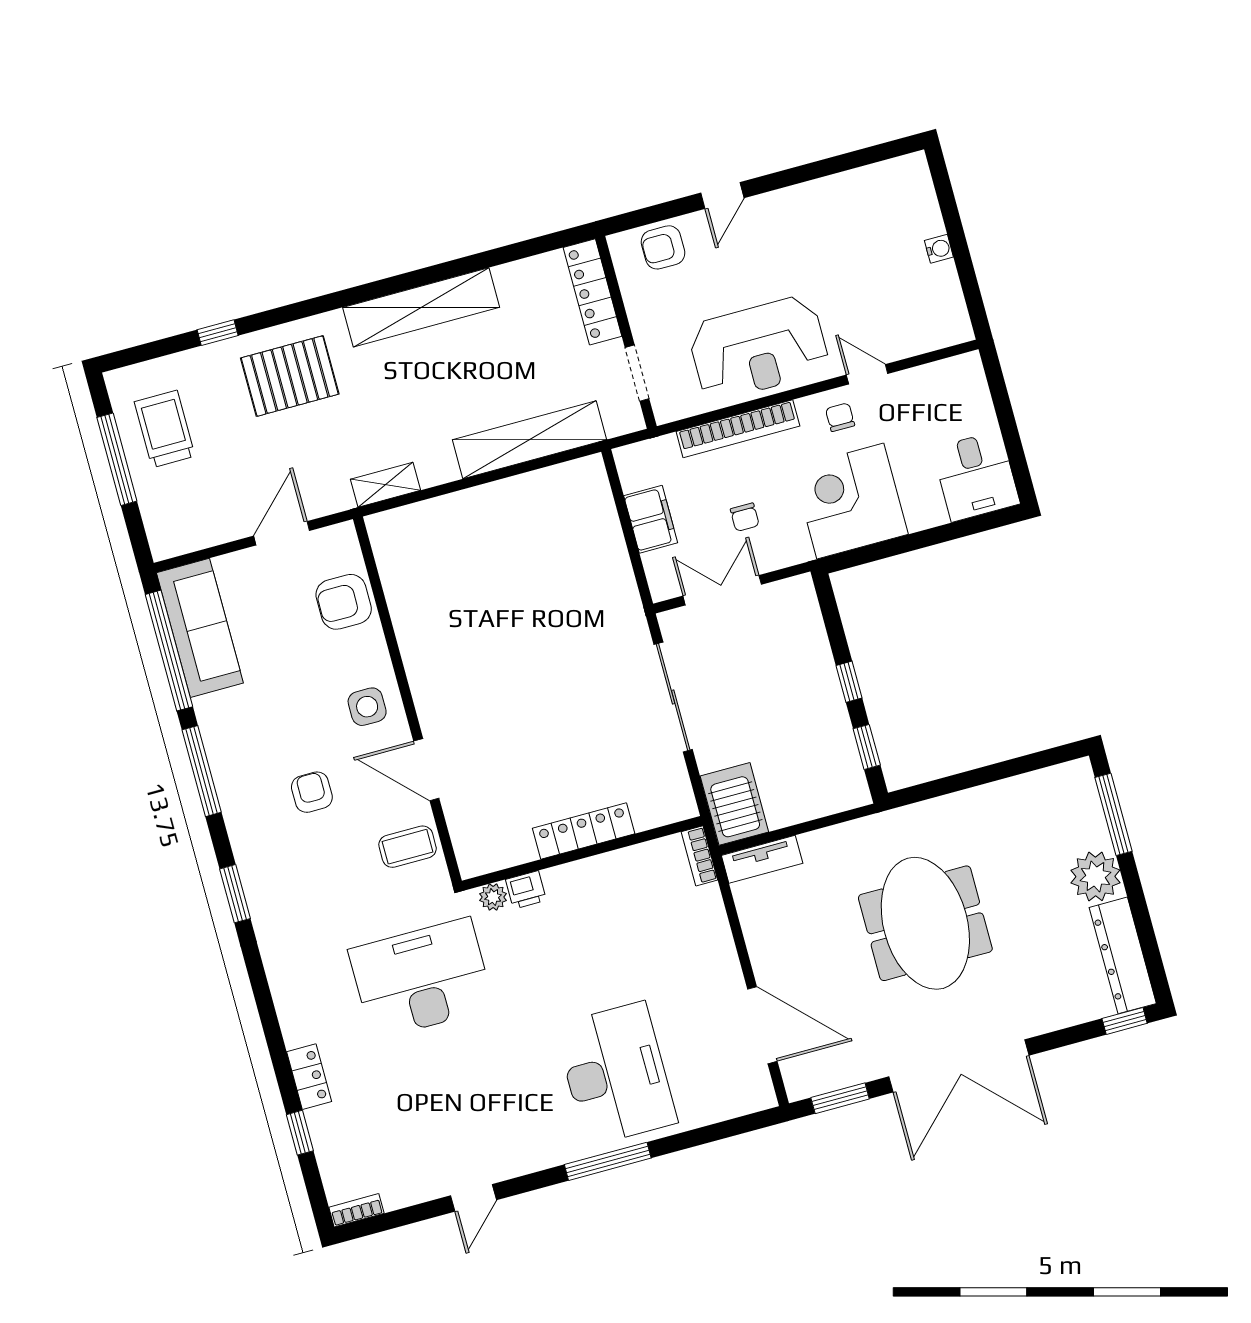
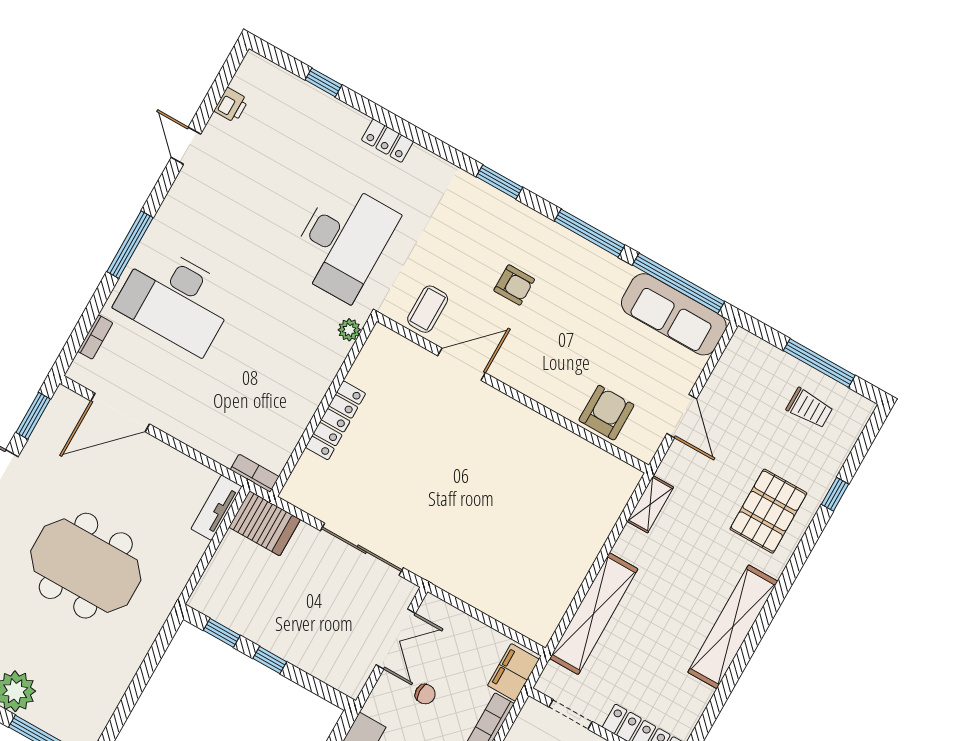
trolley: (165, 429) -> (810, 408), width x0.73, depth x0.72
chair: (745, 517) -> (425, 694), turned 180
filing cabinet: (651, 519) -> (513, 672), moved, turned 90
side table: (367, 707) -> (532, 366), removed
printer: (526, 890) -> (231, 105), moved, turned 180
locker: (309, 1077) -> (387, 141), moved
bookcase: (356, 1210) -> (95, 337), moved

